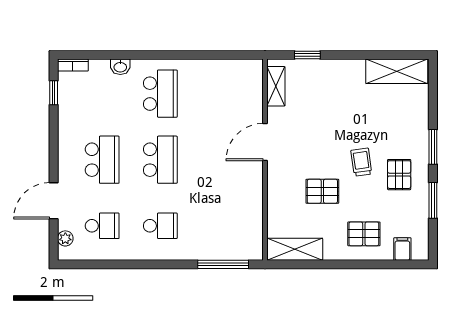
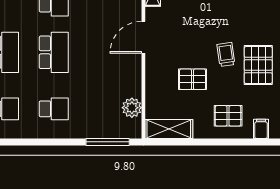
pallet: (399, 175) -> (258, 65), width x1.50, depth x1.42
plant: (251, 224) -> (132, 108), added

